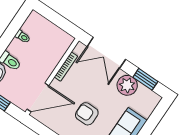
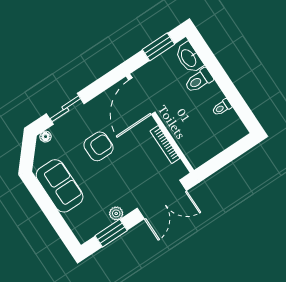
double door: (106, 53) -> (162, 199), swing flipped
plant: (127, 85) -> (116, 213), width x0.53, depth x0.53

